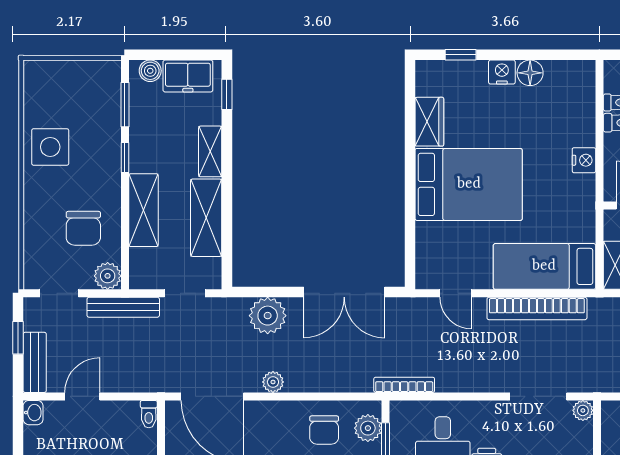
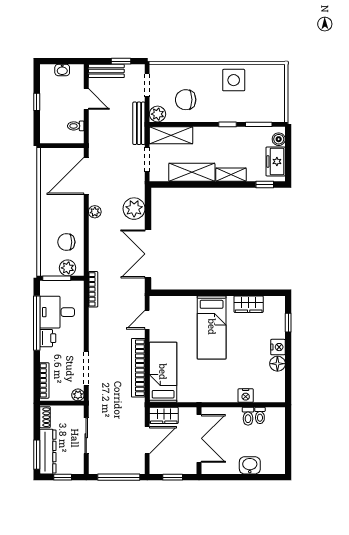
nightstand: (584, 160) -> (246, 396), moved
bed: (469, 184) -> (212, 327), width x0.67
shelving: (143, 210) -> (171, 135), moved
washbasin: (33, 413) -> (62, 70), moved
toilet: (149, 414) -> (76, 126), moved

